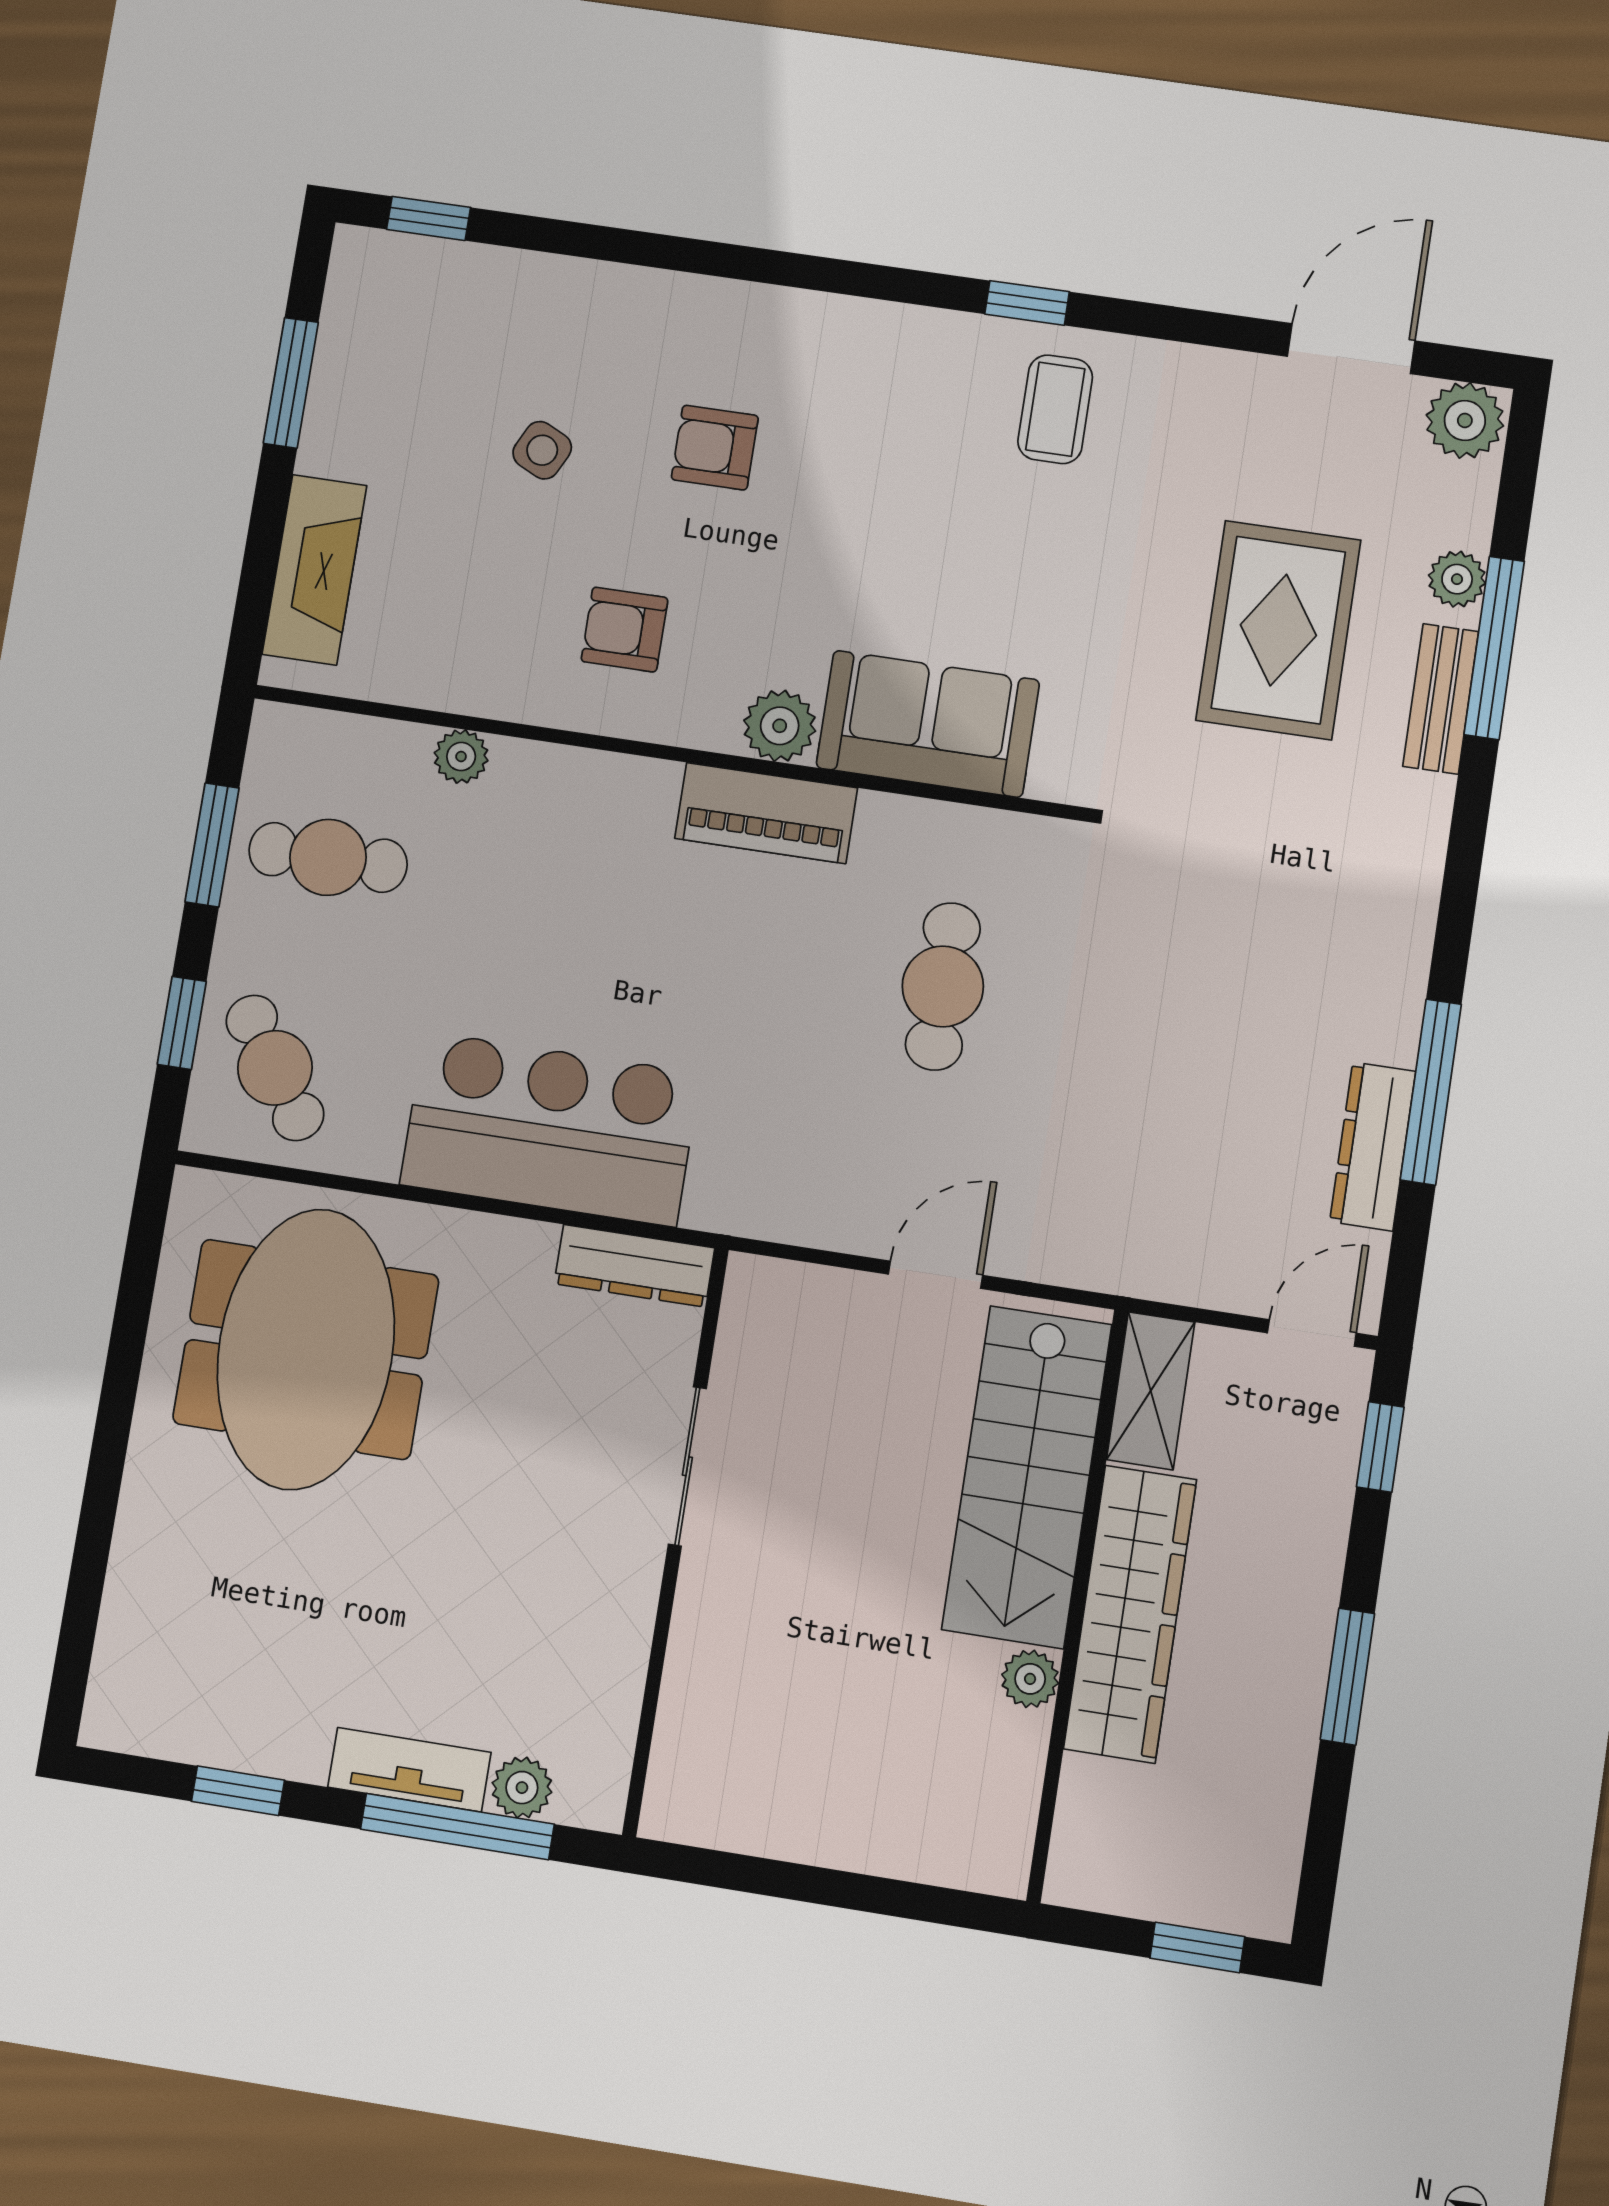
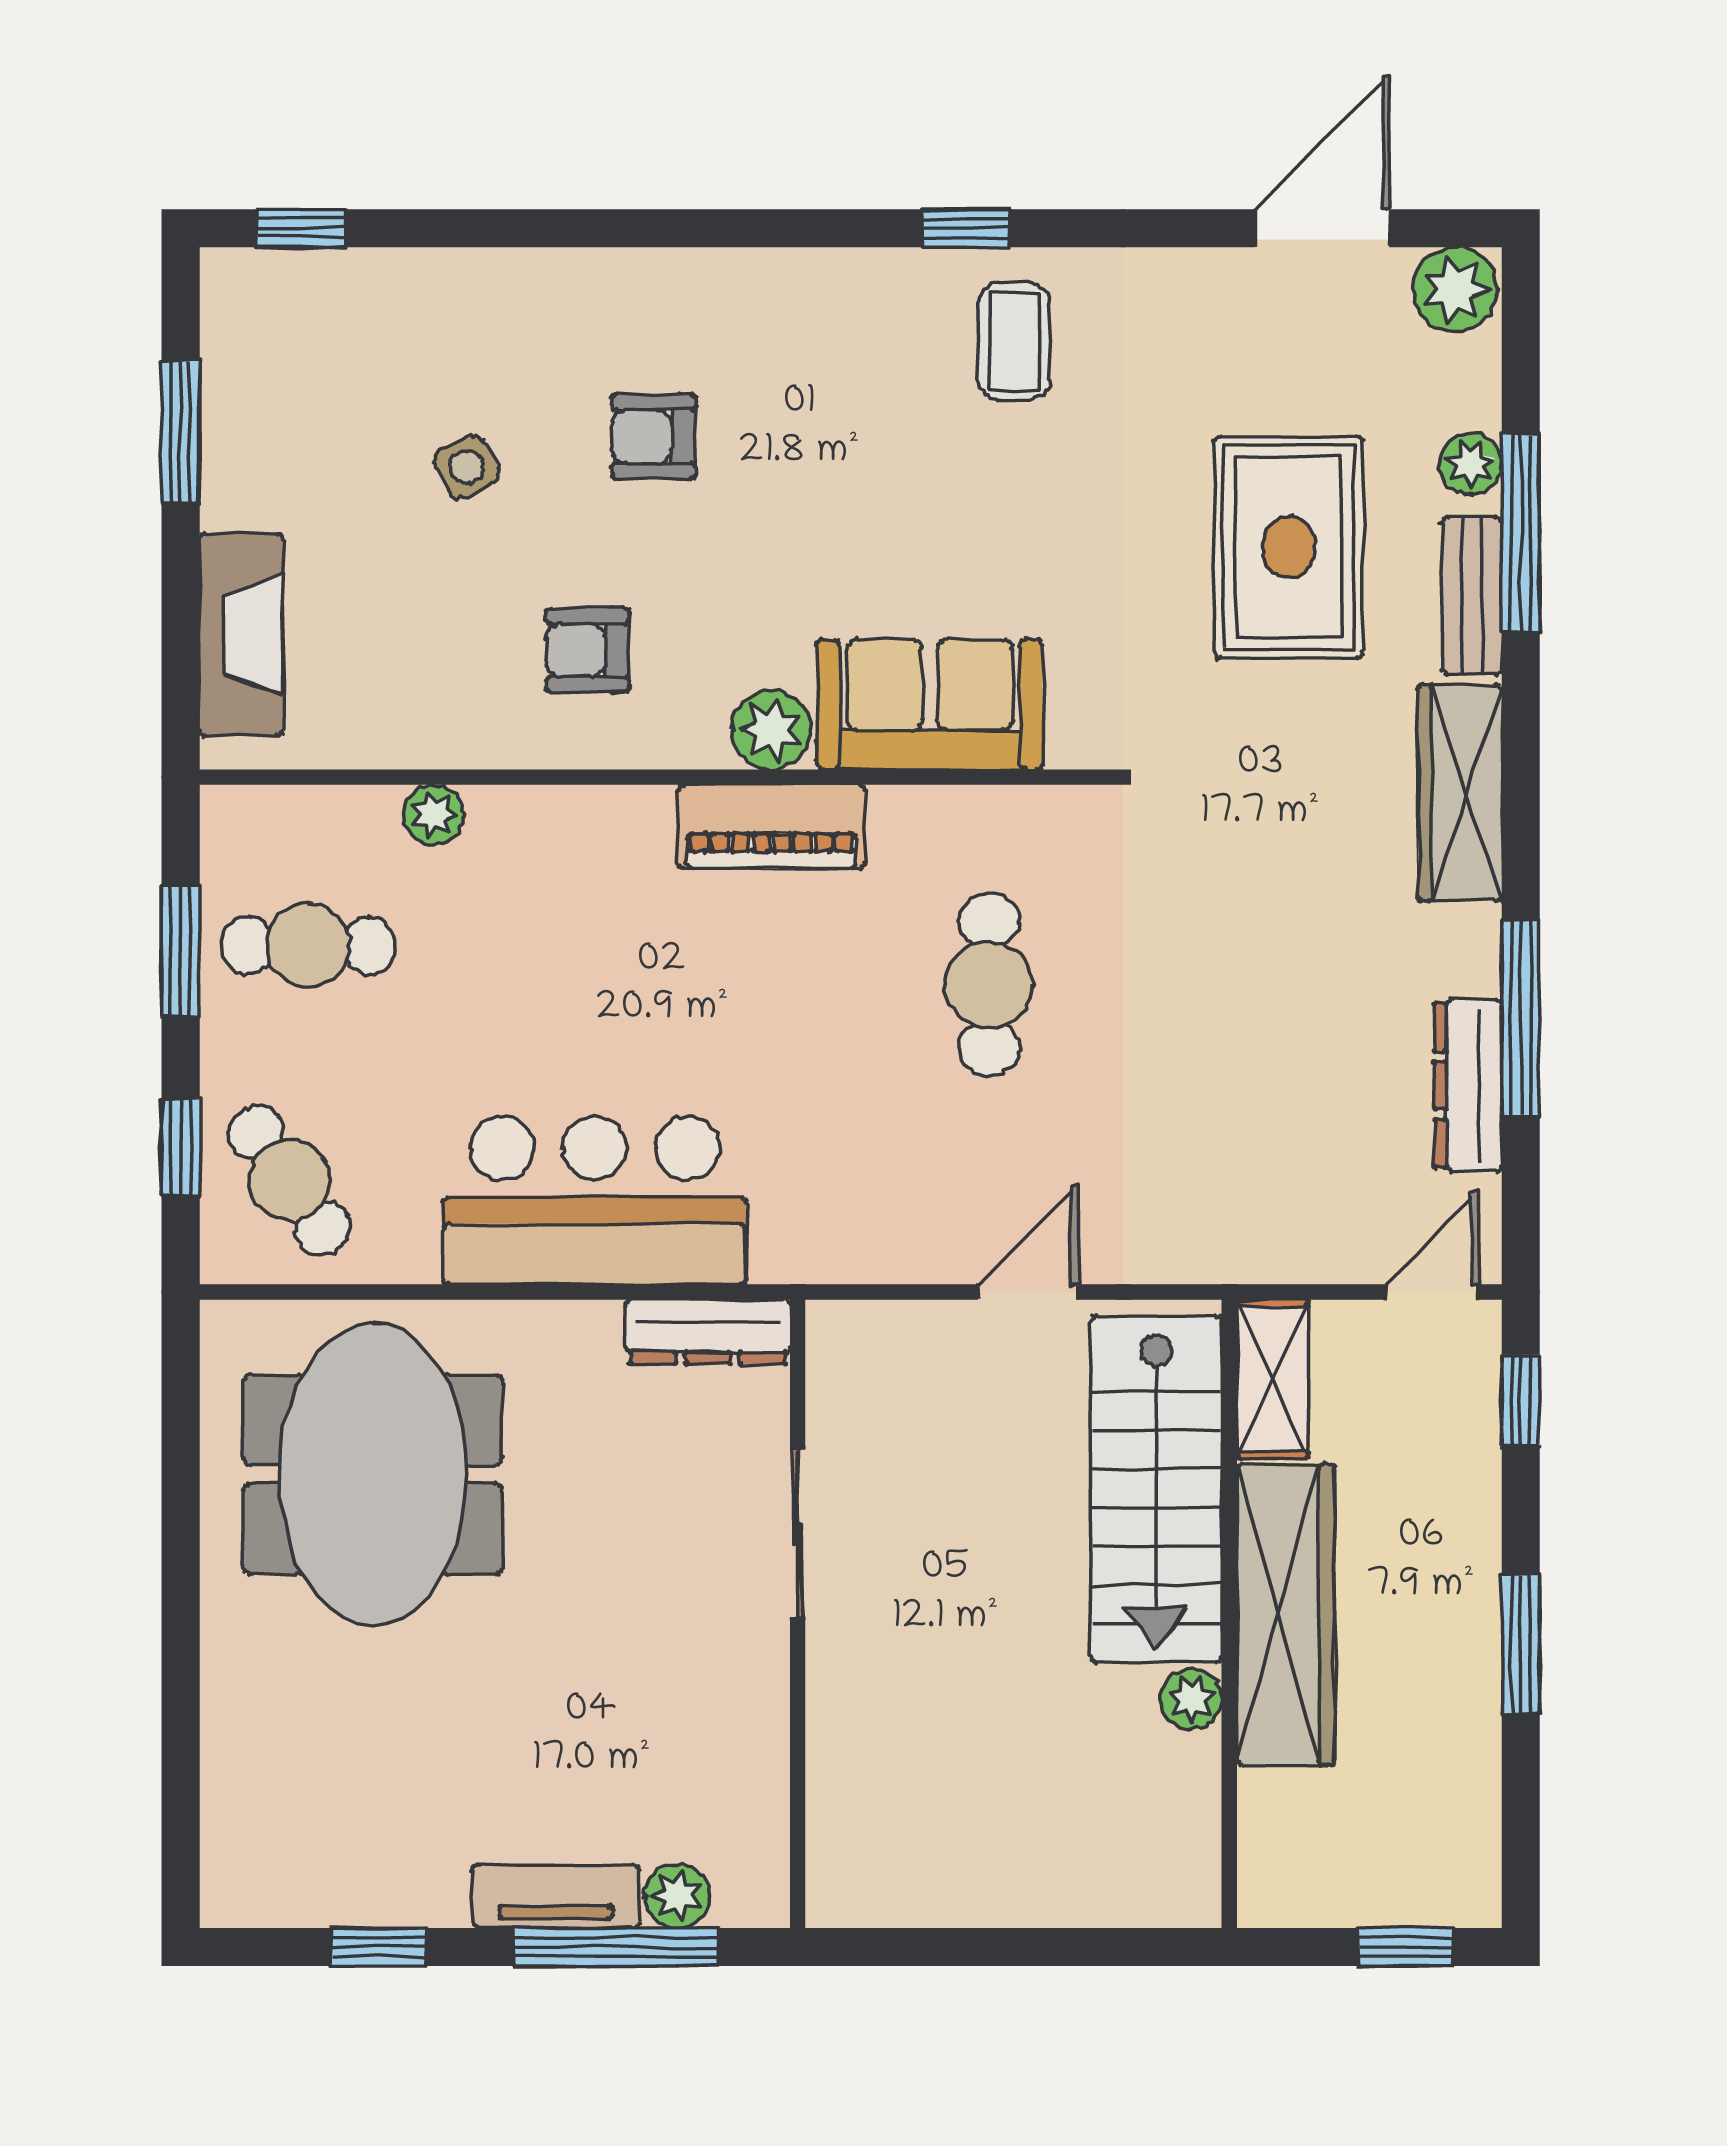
side table: (542, 450) -> (467, 467), turned 37
wardrobe: (1404, 876) -> (1460, 793), added

